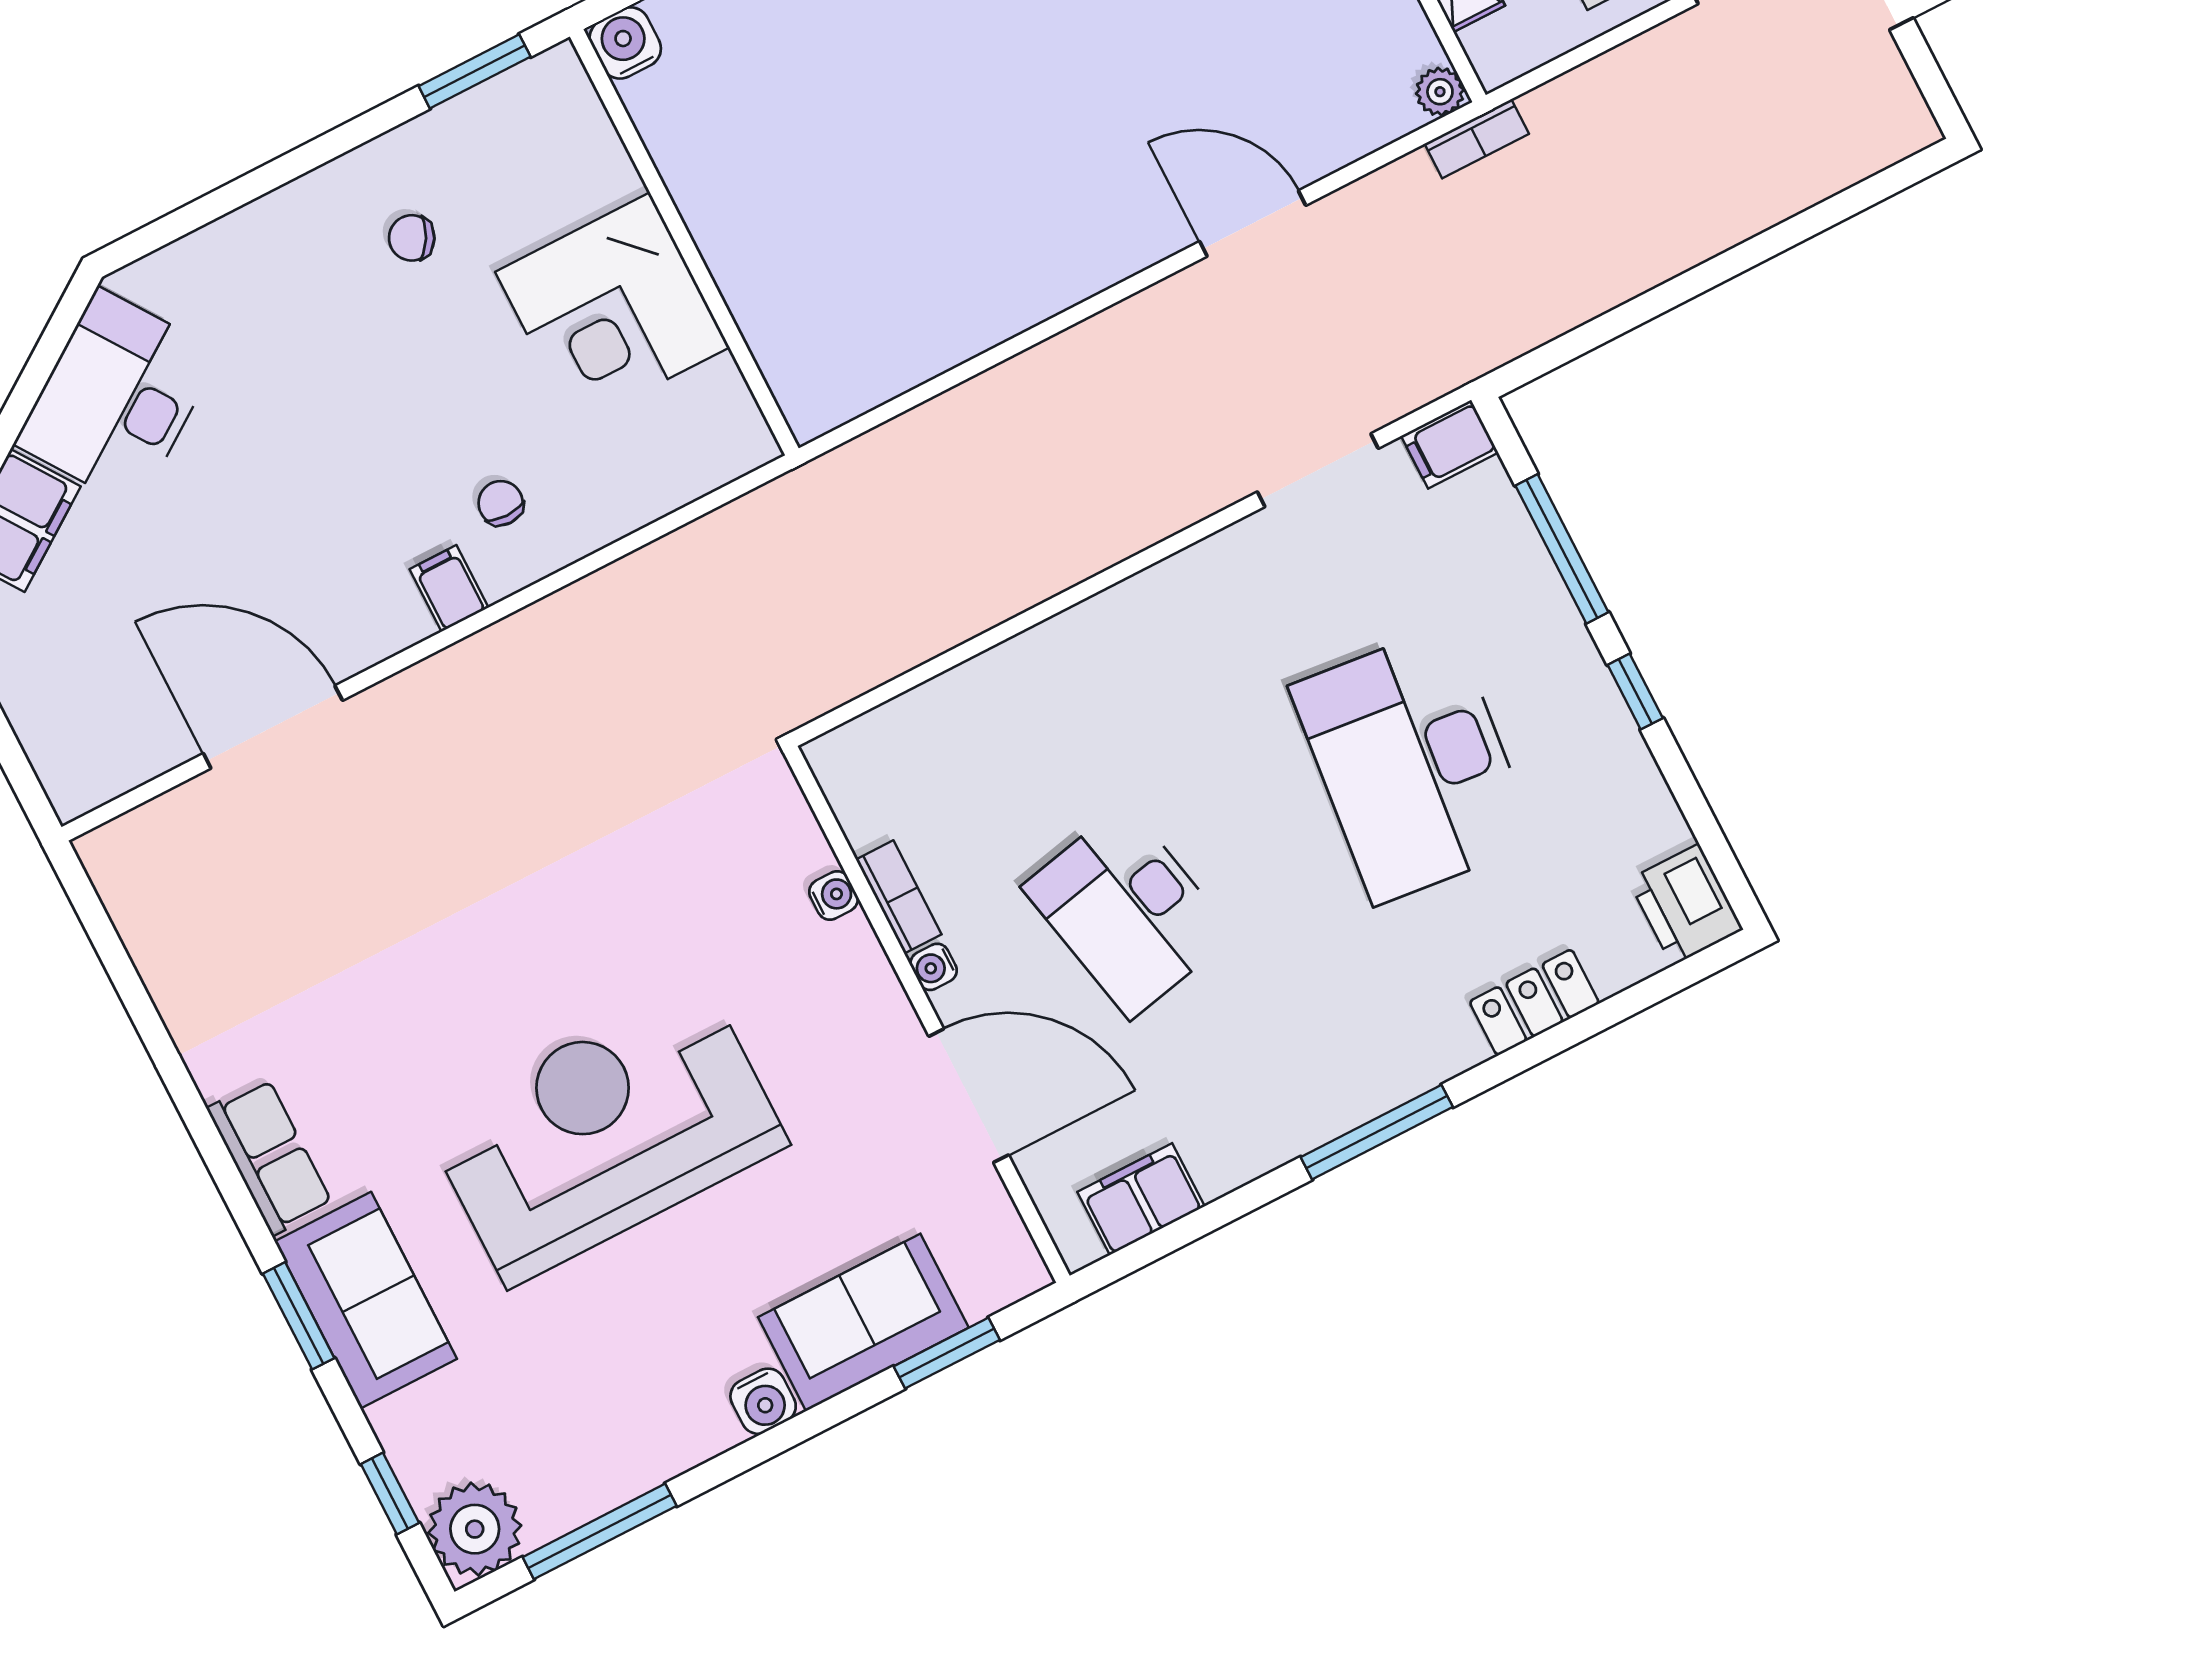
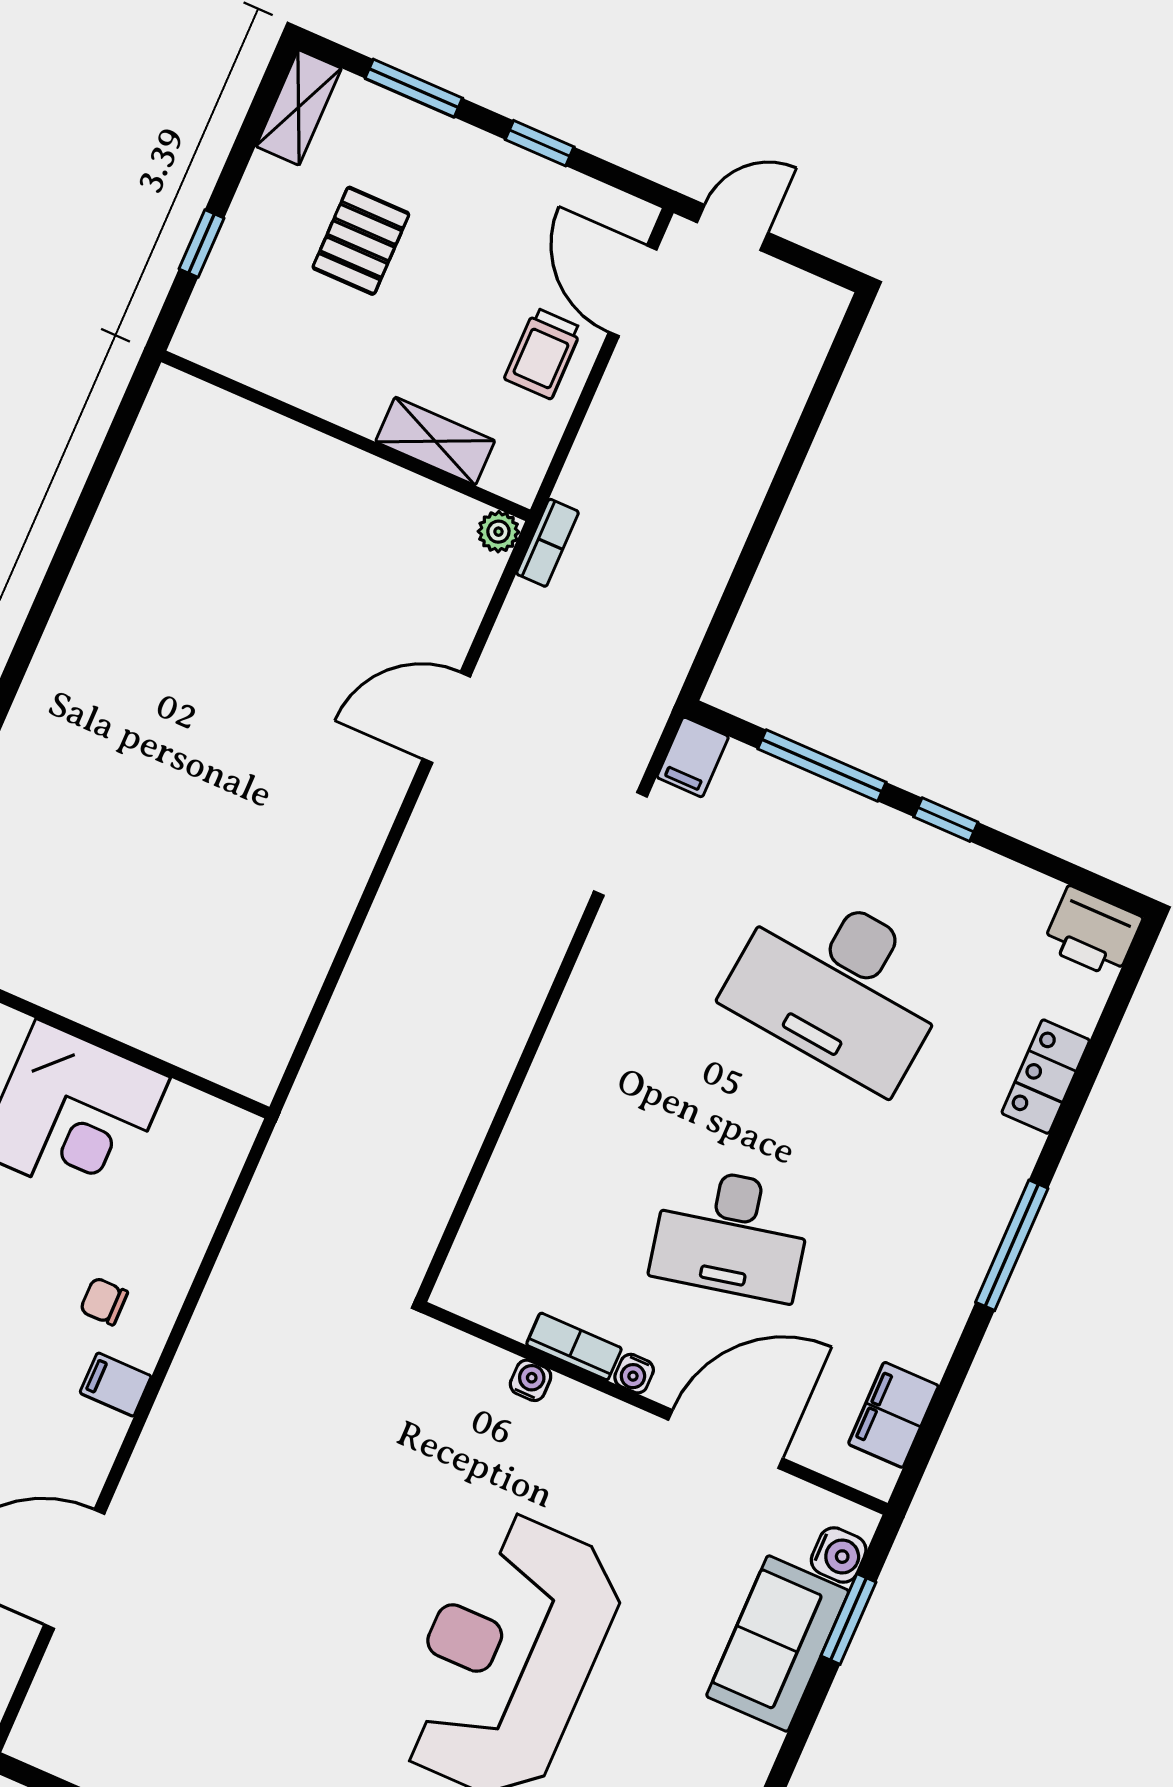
water cooler: (763, 1401) -> (839, 1555), moved

